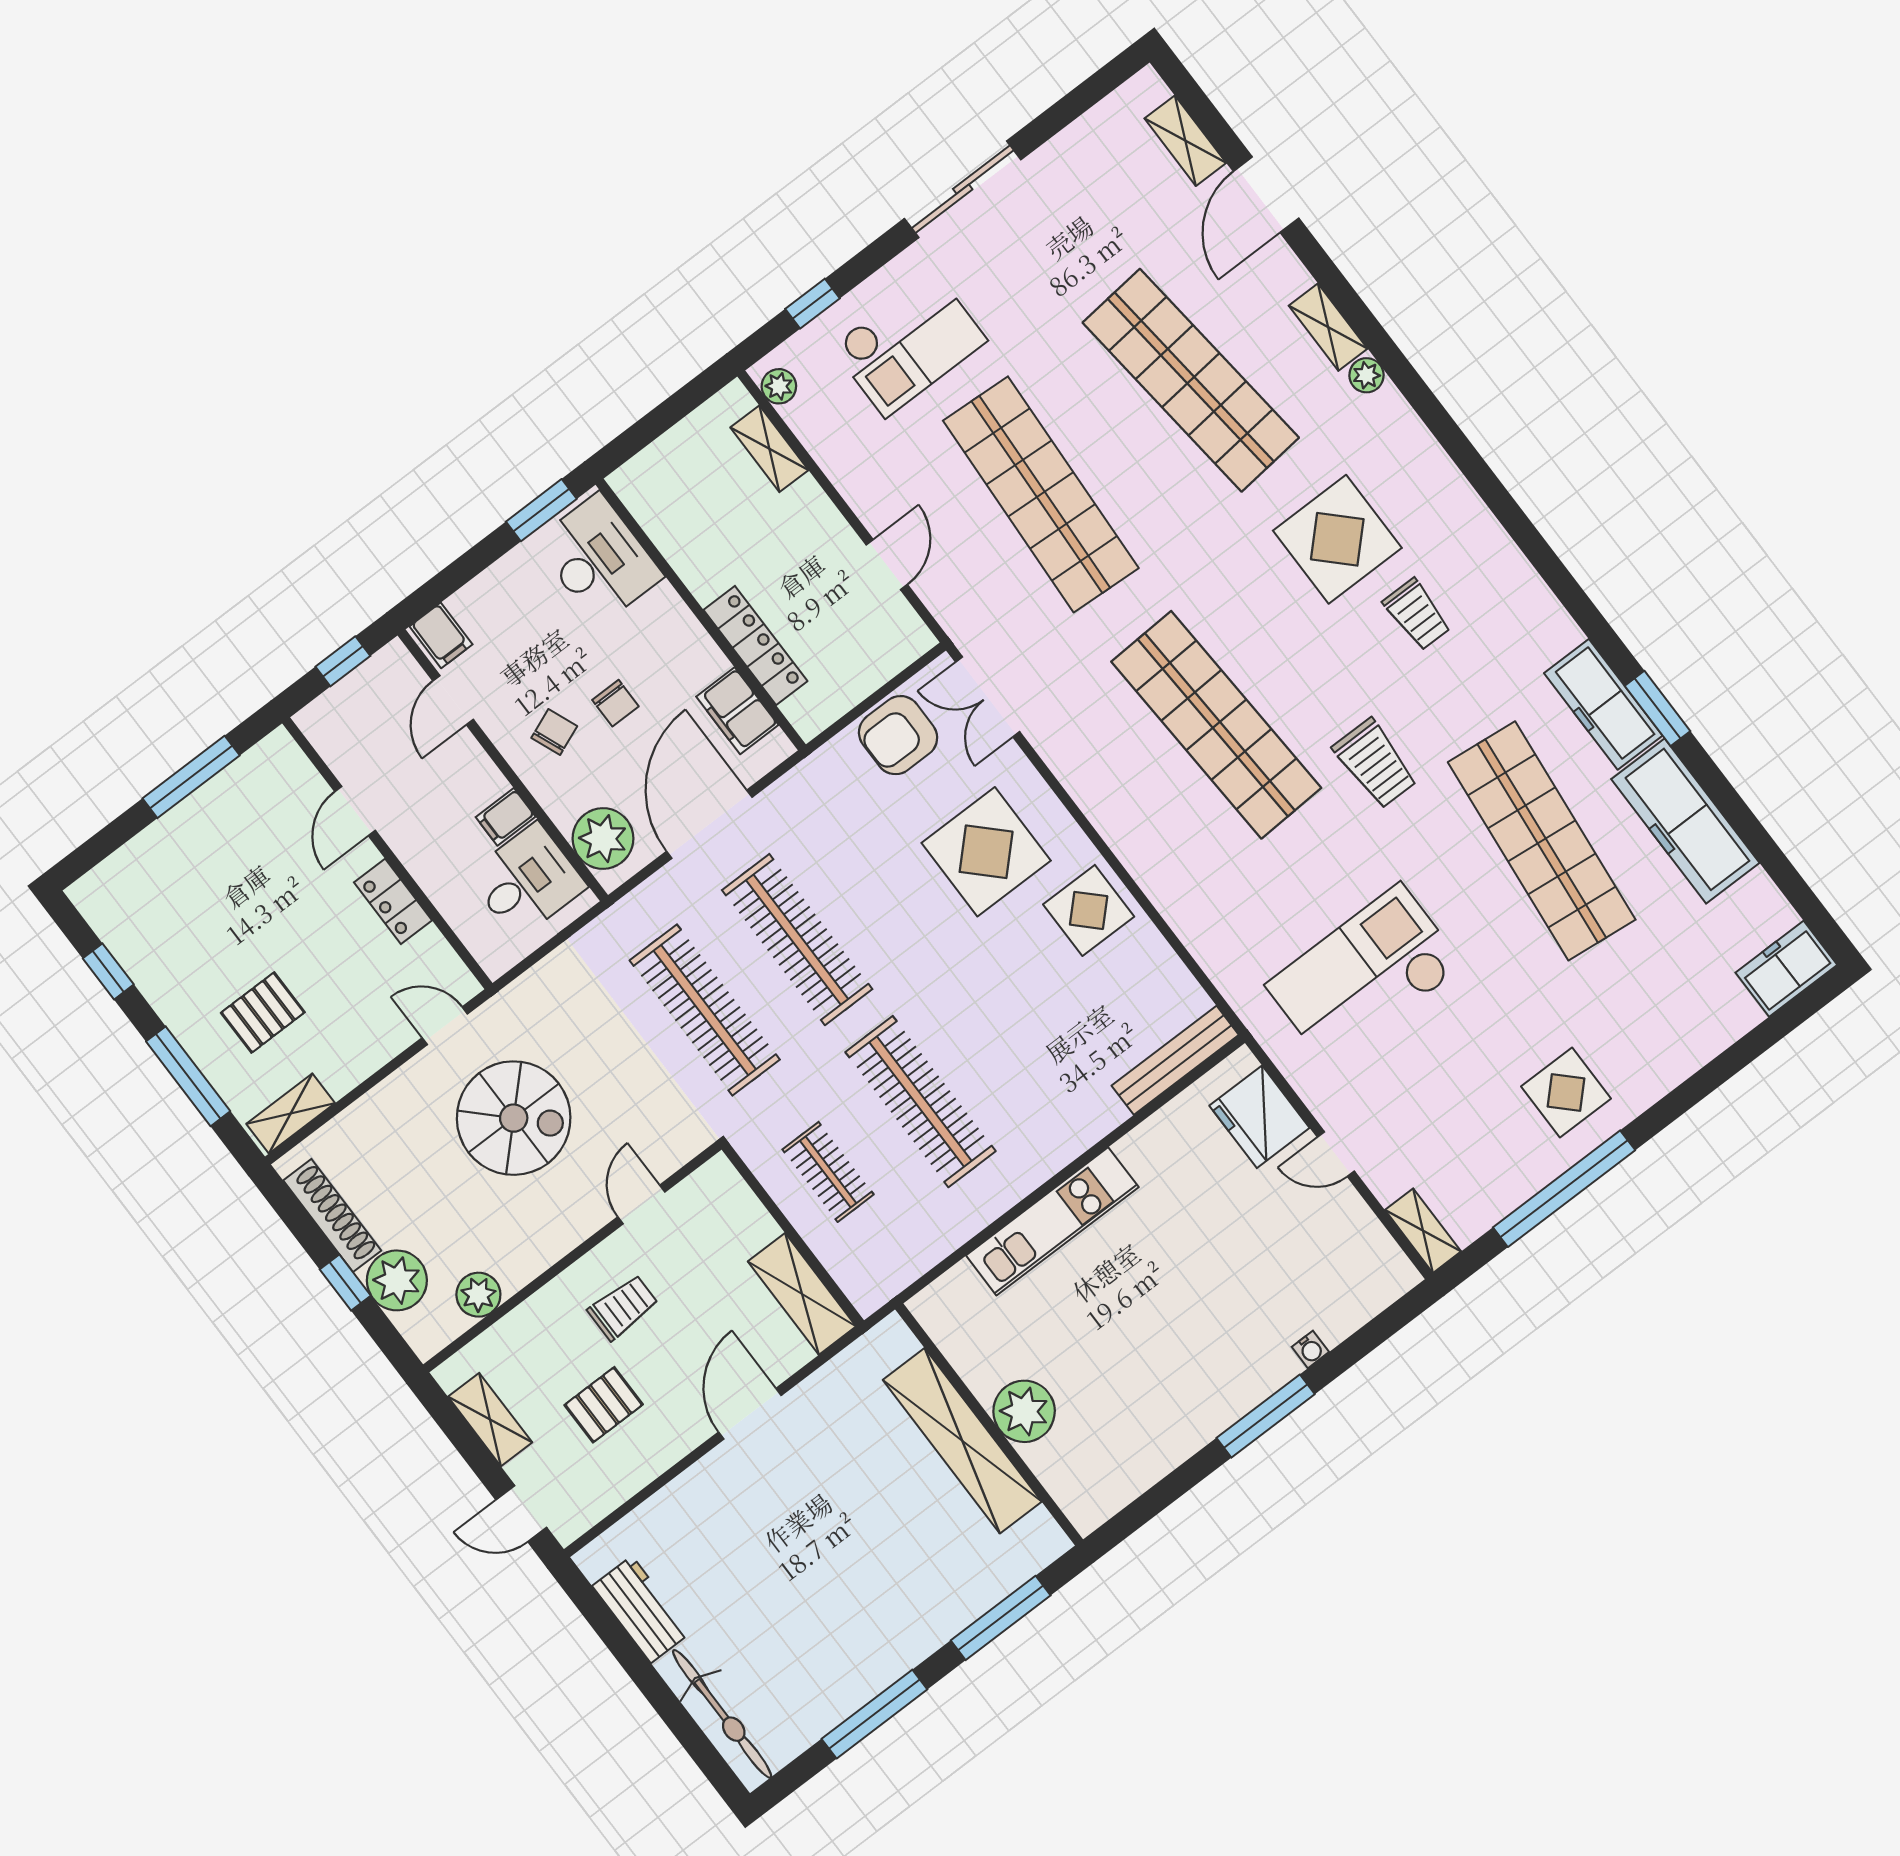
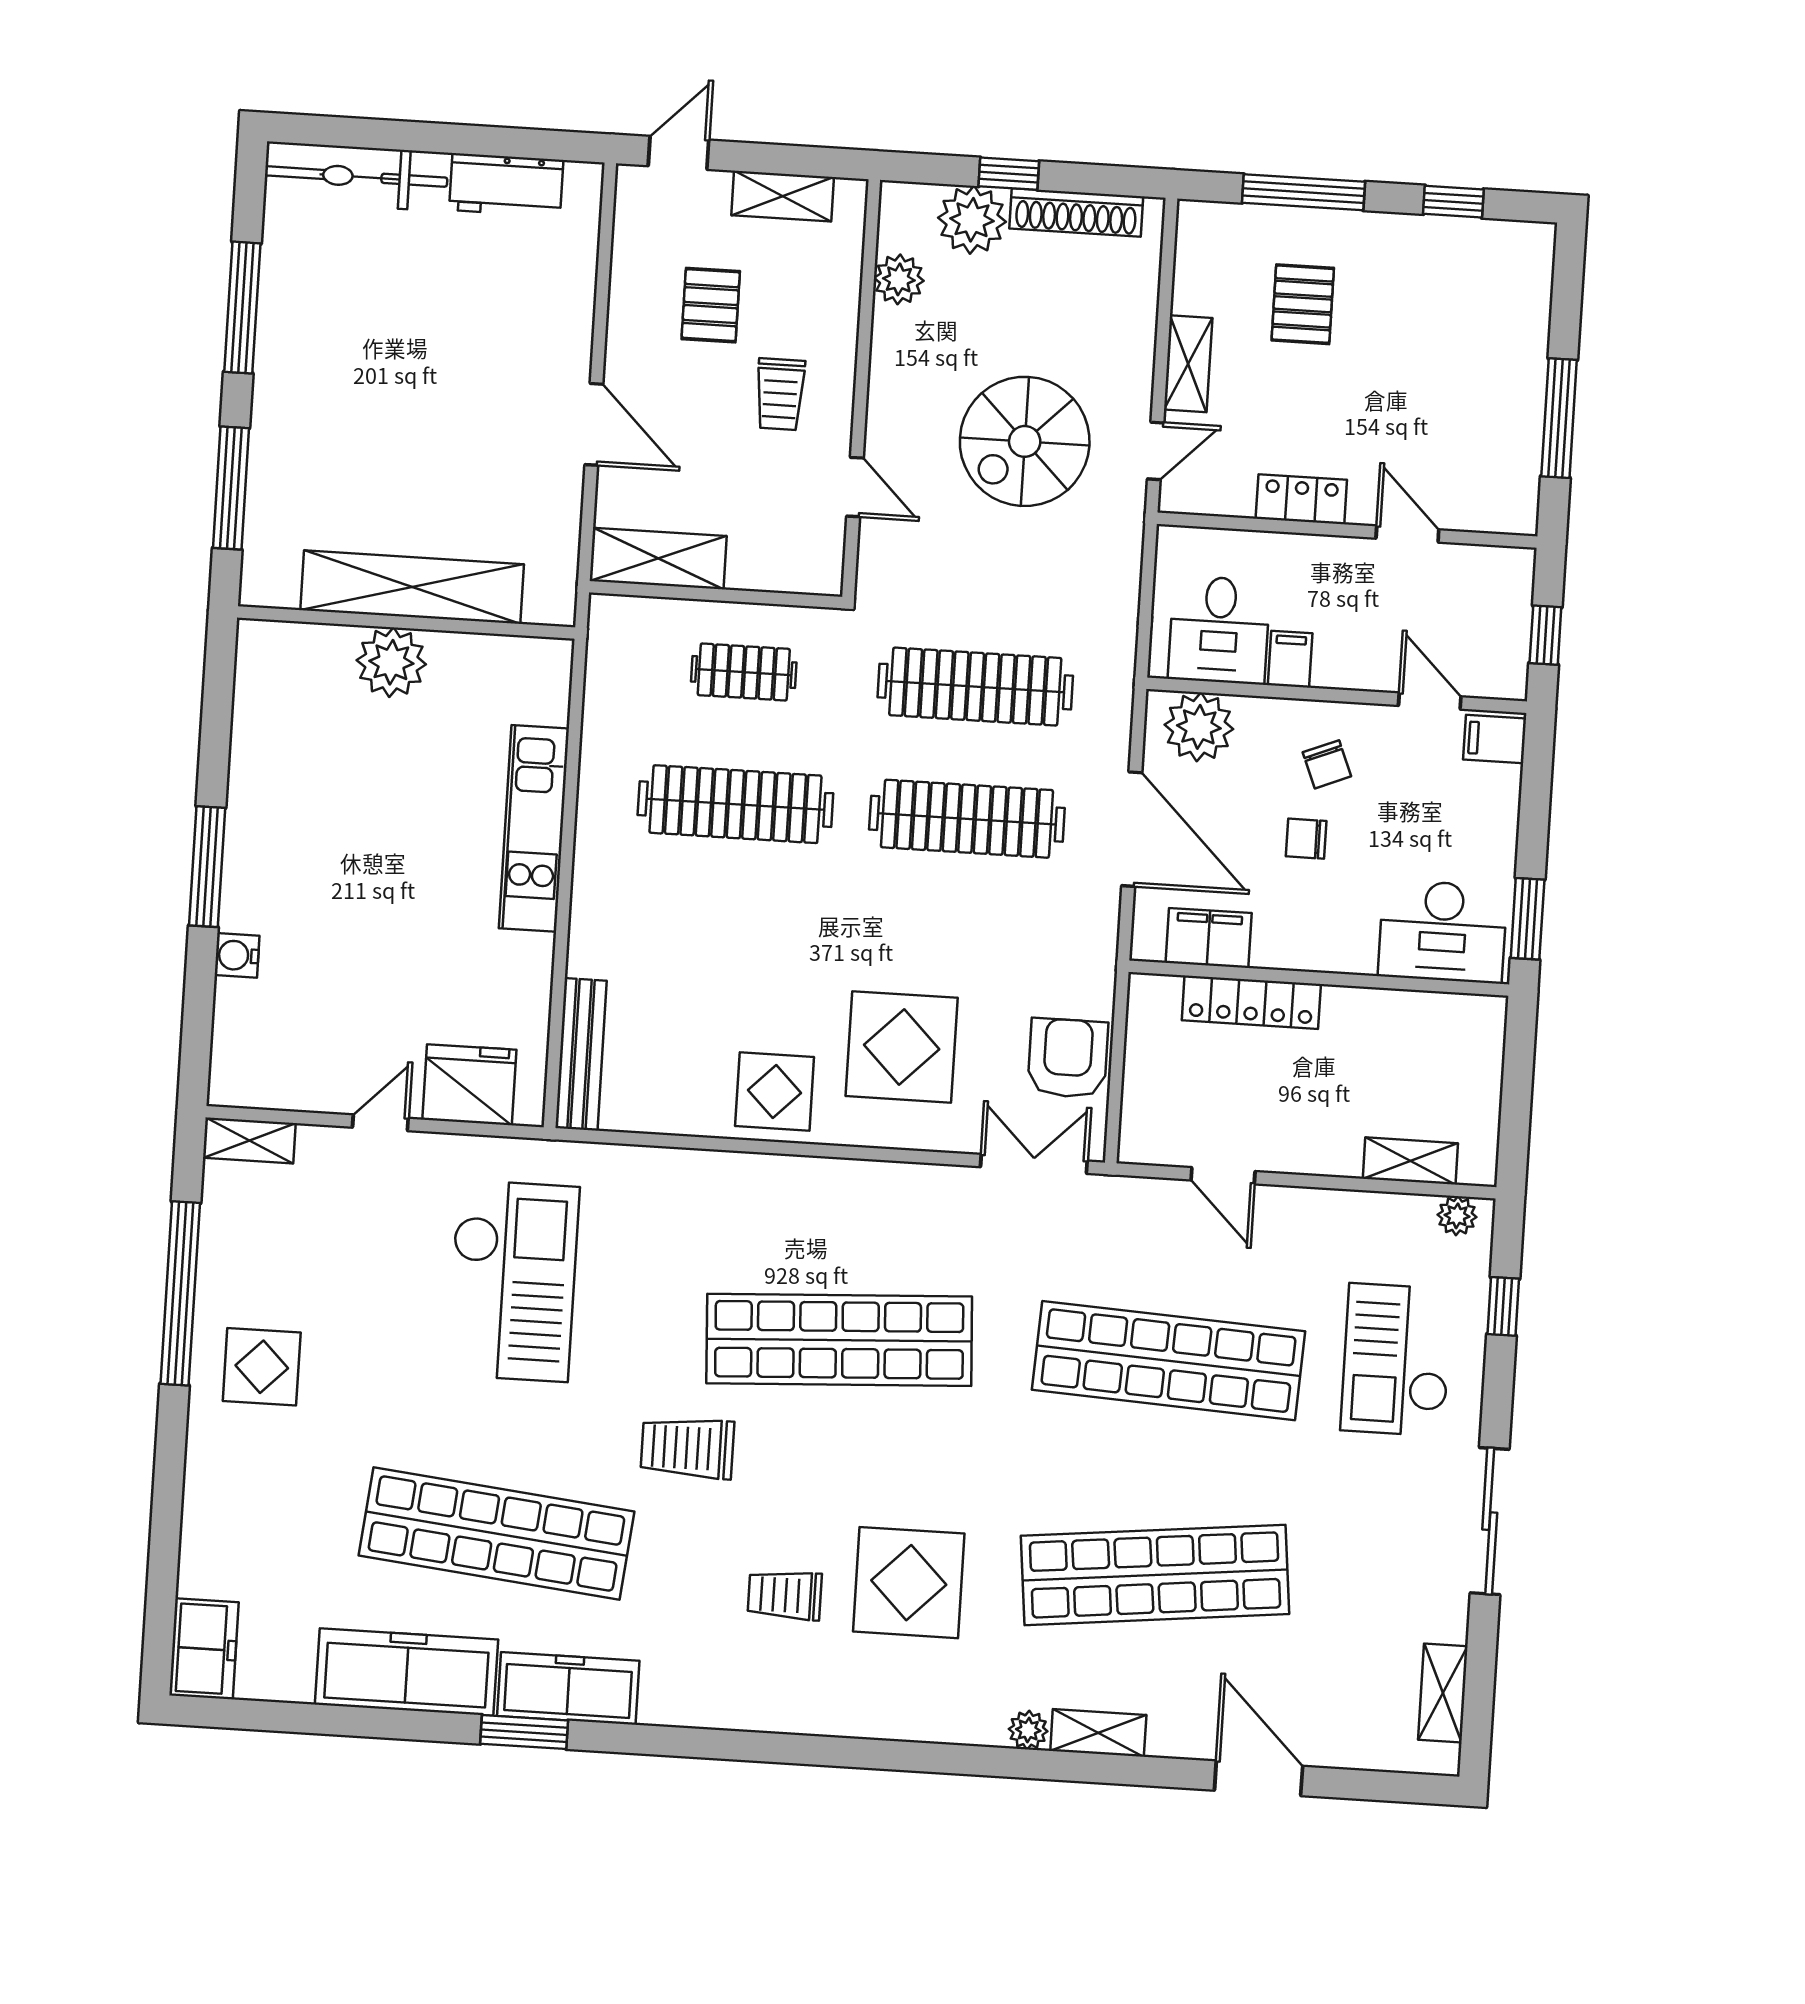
shelving: (1185, 141) -> (1443, 1693), moved, turned 90
shelving: (291, 1113) -> (1188, 364), moved
water cooler: (1310, 1349) -> (237, 955), width x1.38, depth x1.38

